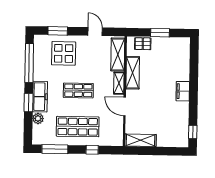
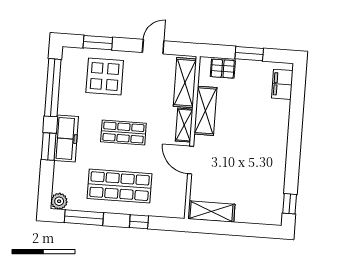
door: (95, 32) -> (153, 47), hinge flipped
filing cabinet: (183, 91) -> (282, 84), moved
plant: (38, 118) -> (59, 201), moved

